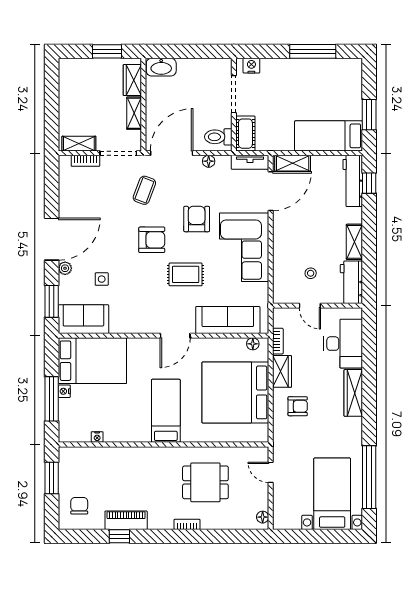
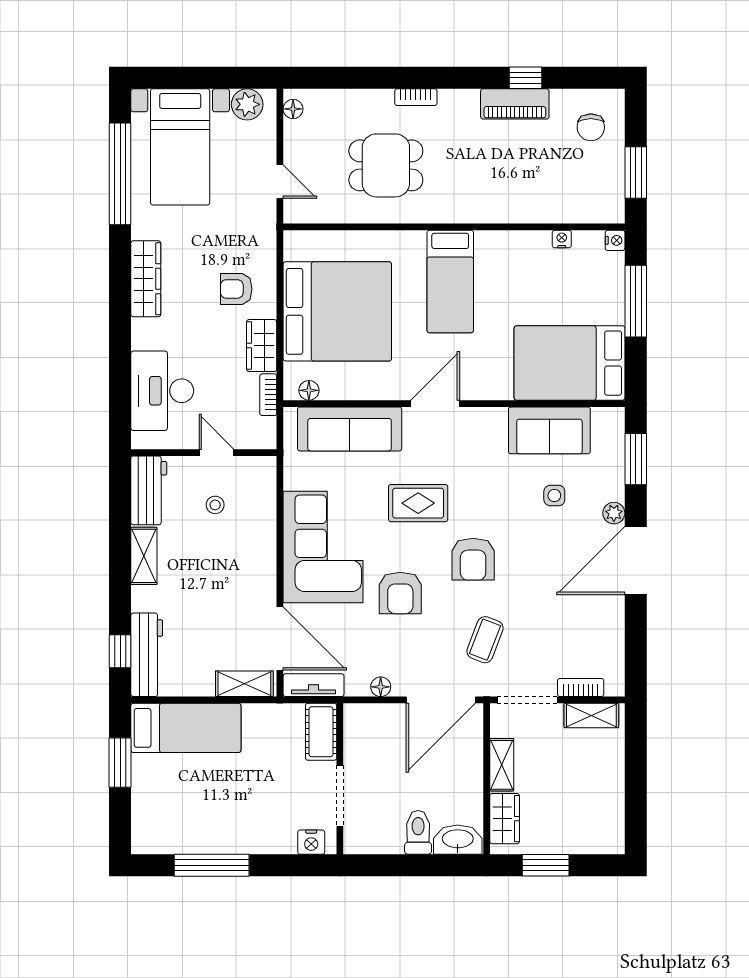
toilet: (218, 137) -> (418, 832), moved, turned -90
door: (271, 191) -> (280, 638), swing flipped
armchair: (152, 240) -> (473, 559), turned -90
sofa: (83, 319) -> (549, 430), moved
nightstand: (64, 391) -> (615, 240), moved
wardrobe: (353, 393) -> (146, 279), moved
plant: (291, 520) -> (247, 104), added

